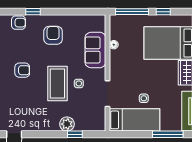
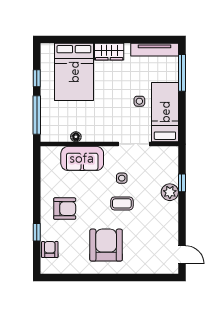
armchair: (53, 35) -> (65, 209), turned 180
armchair: (22, 70) -> (106, 245), width x1.88, depth x1.88
coffee table: (57, 84) -> (122, 203), width x0.54, depth x0.58

